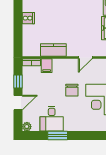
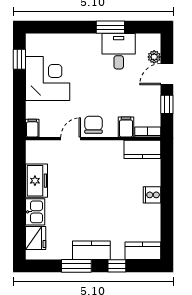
kitchen counter: (53, 50) -> (142, 149), moved
chair: (72, 90) -> (94, 125), moved
plant: (27, 127) -> (154, 57), moved

